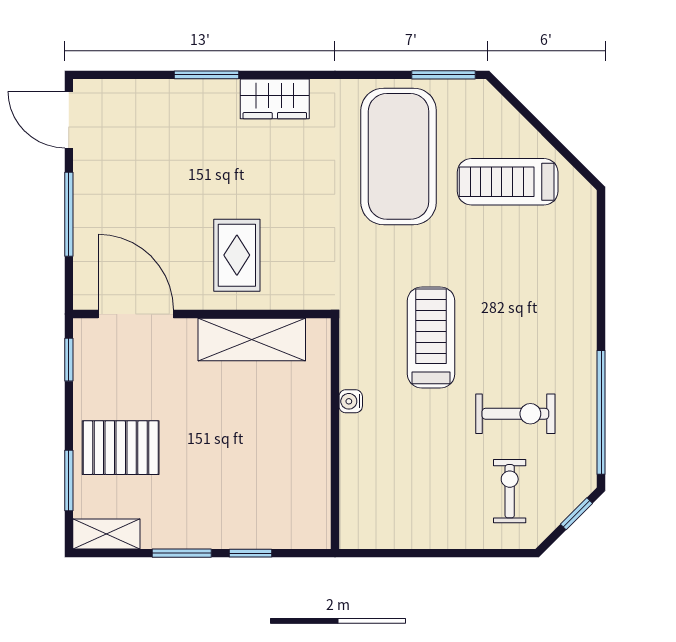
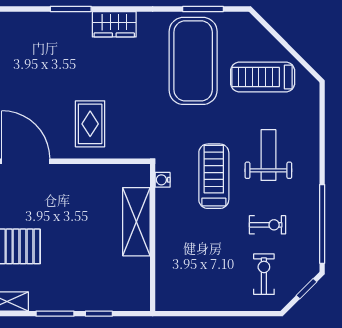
window: (443, 75) -> (203, 9), moved
weight bench: (517, 304) -> (268, 155), added
shelving: (252, 339) -> (136, 222), moved, turned 90
water cooler: (351, 401) -> (163, 180), moved
exercise bike: (515, 414) -> (268, 225), width x0.73, depth x0.72

